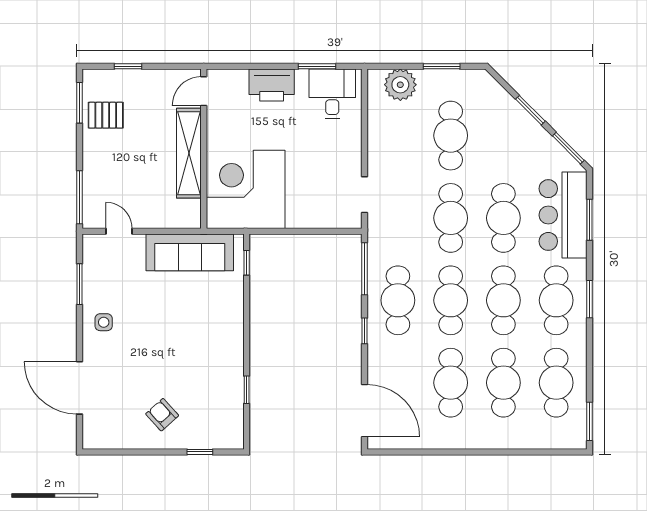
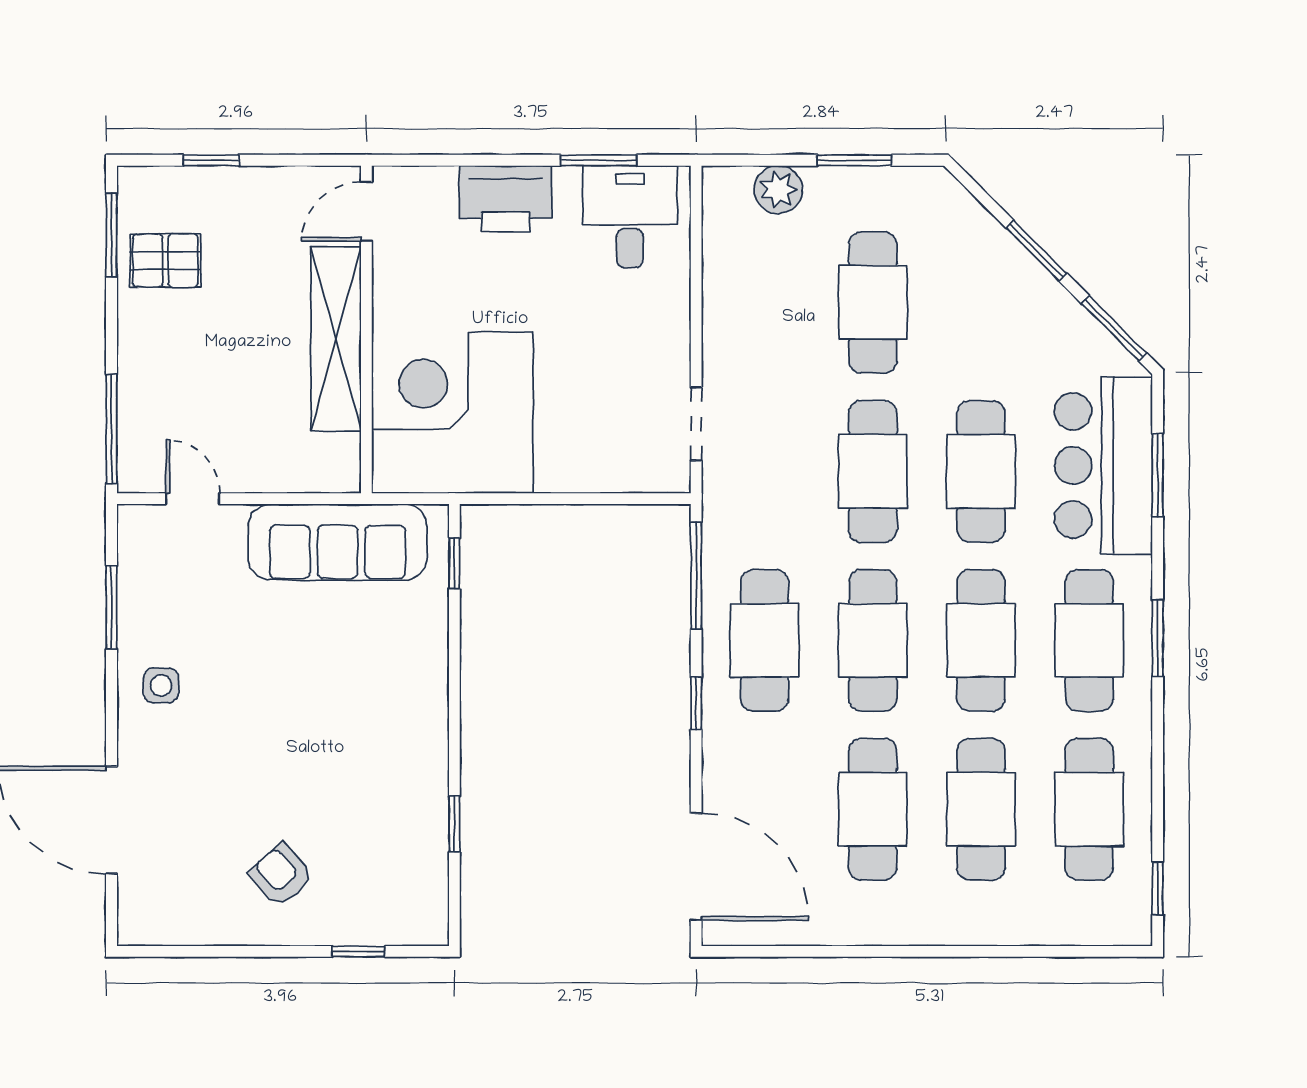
plant: (400, 85) -> (778, 190), width x0.73, depth x0.73
window: (590, 421) -> (1158, 888), width x0.67

